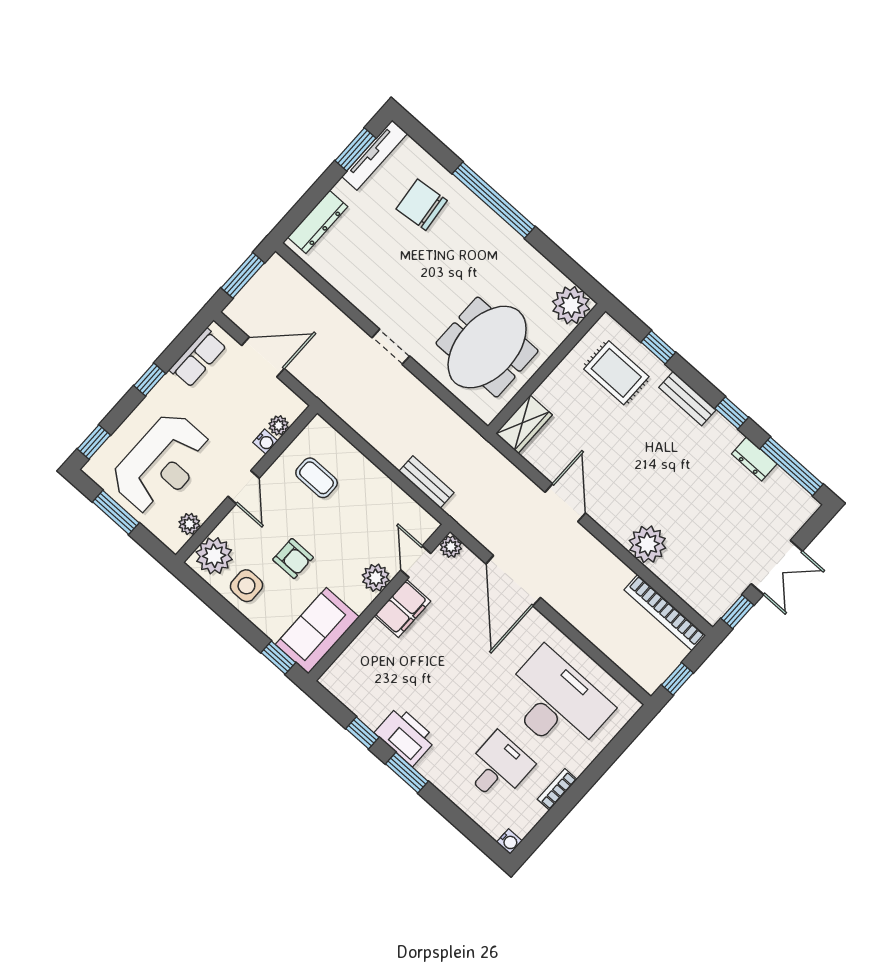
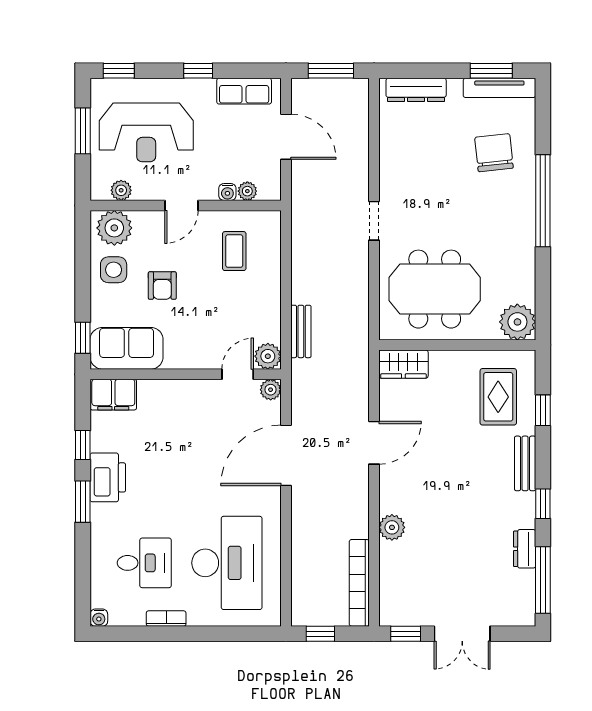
plant: (648, 544) -> (392, 527), width x0.73, depth x0.73
plant: (376, 578) -> (268, 356), moved
filing cabinet: (402, 609) -> (113, 395), moved

